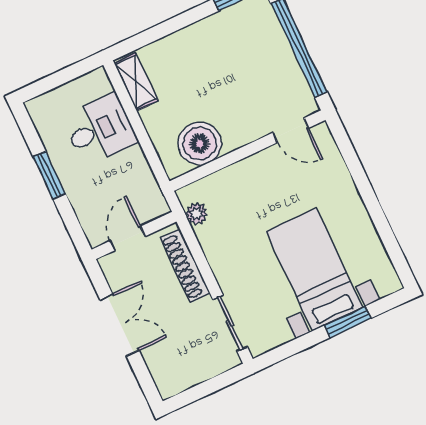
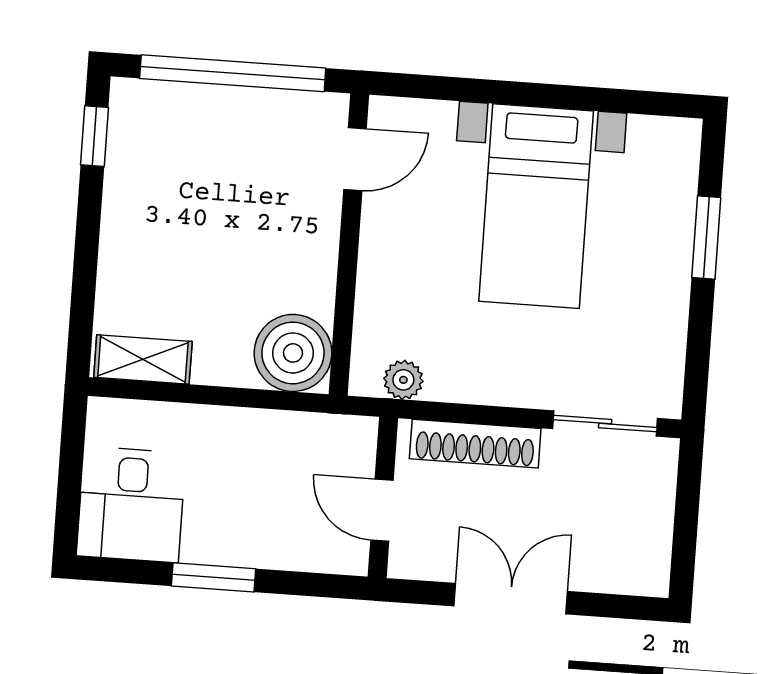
desk: (100, 130) -> (131, 505), moved, turned 180
boiler: (200, 143) -> (293, 353), moved
bed with nightstands: (314, 269) -> (536, 206), moved, turned -90

